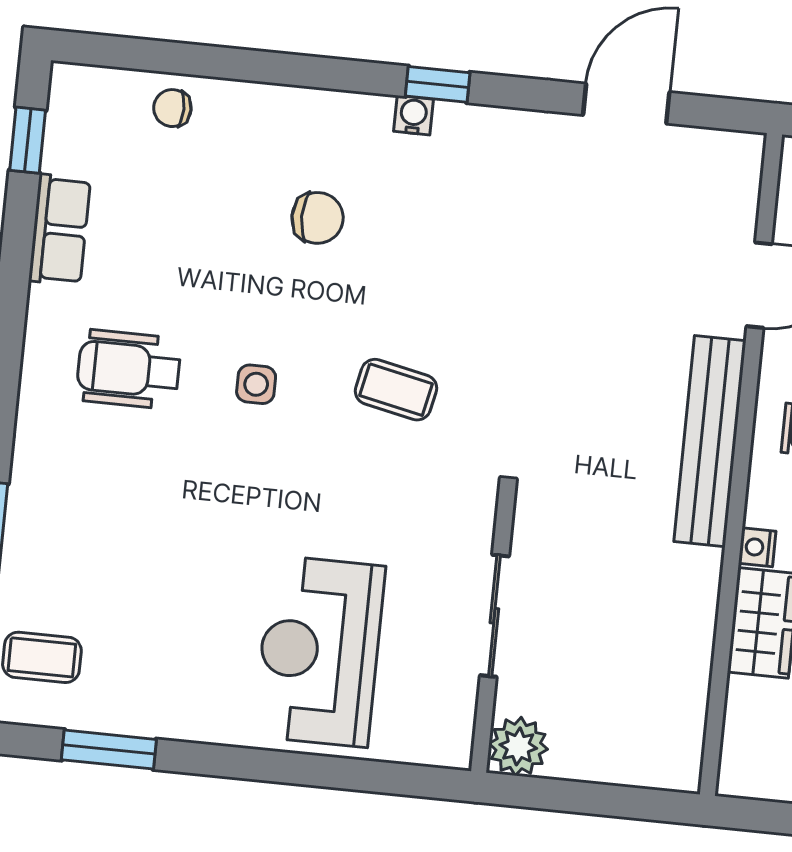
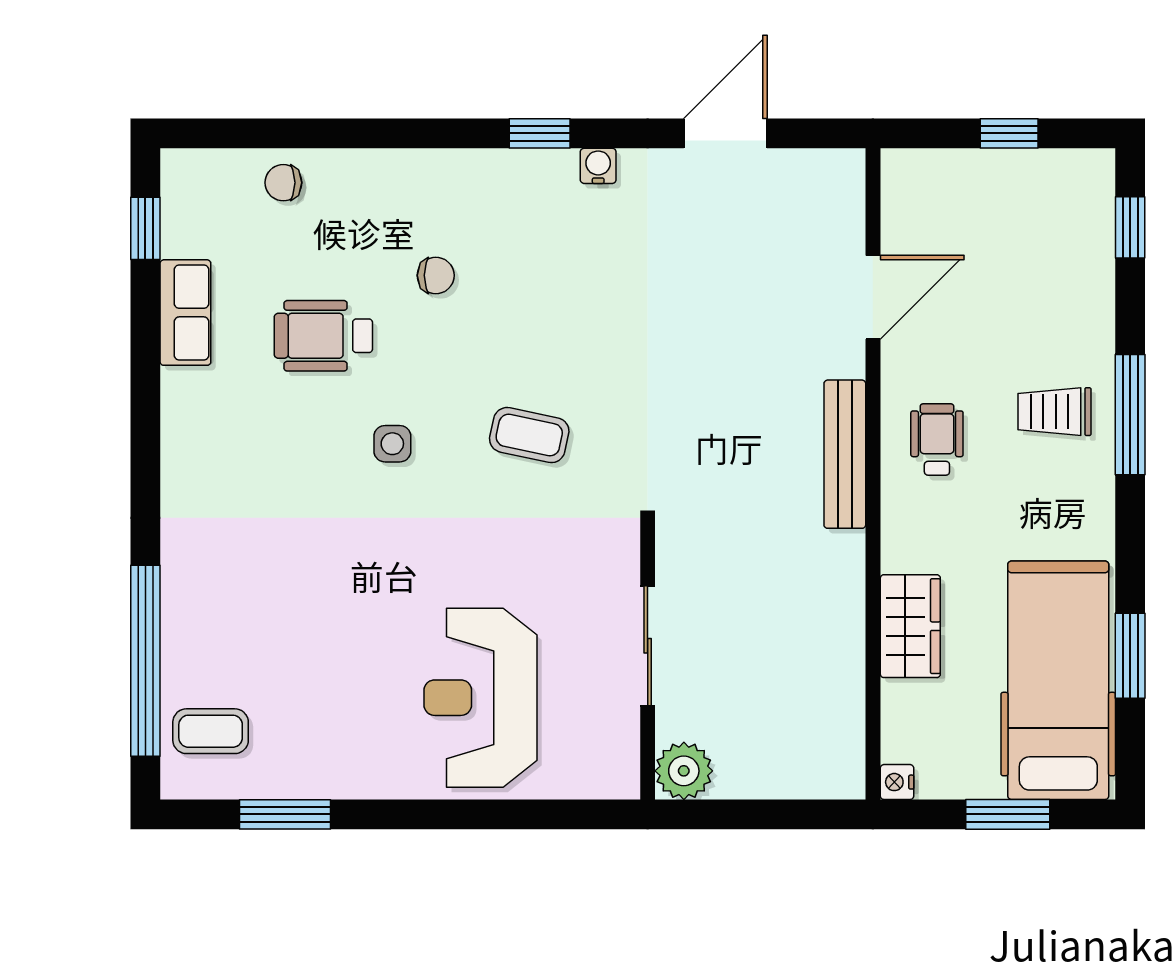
water cooler: (413, 115) -> (598, 166), moved
chair: (318, 218) -> (436, 275), width x0.73, depth x0.73
wheelchair: (129, 369) -> (323, 336), moved
bench: (710, 441) -> (845, 454), width x0.73, depth x0.82
nightstand: (757, 547) -> (897, 782), moved

